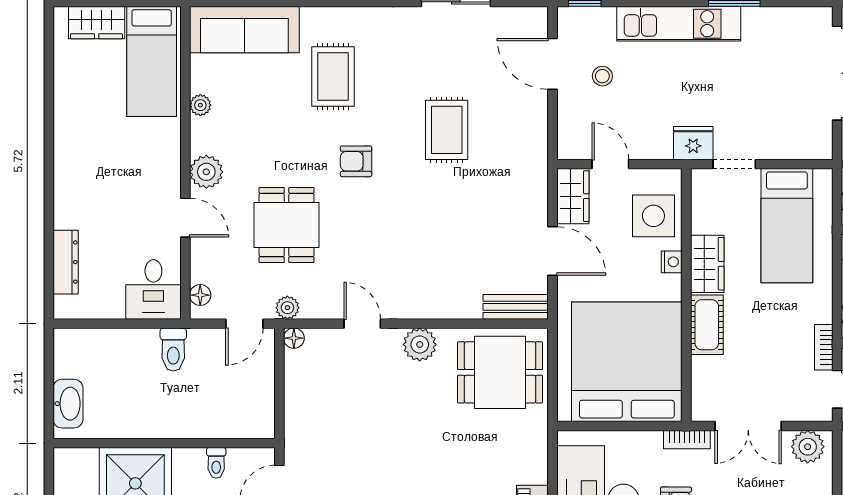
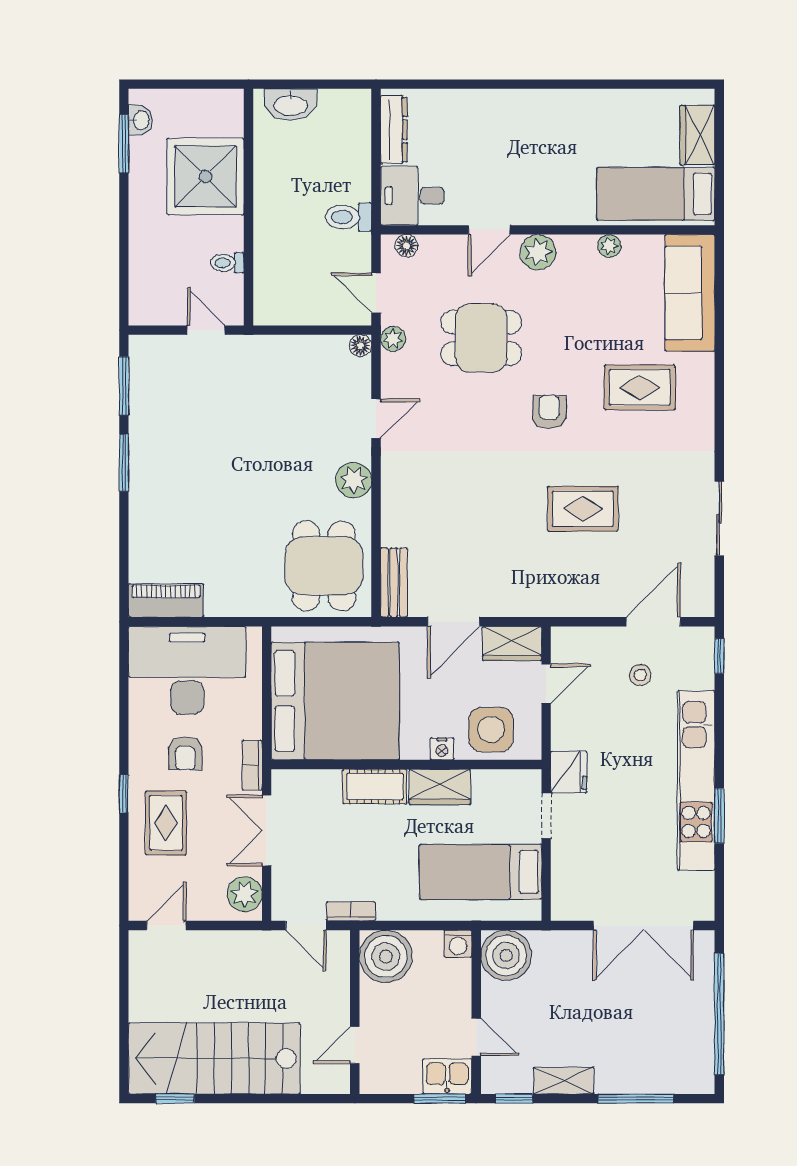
kitchen unit: (679, 24) -> (696, 781), width x1.36
dresser: (66, 262) -> (394, 130), moved, turned -90

